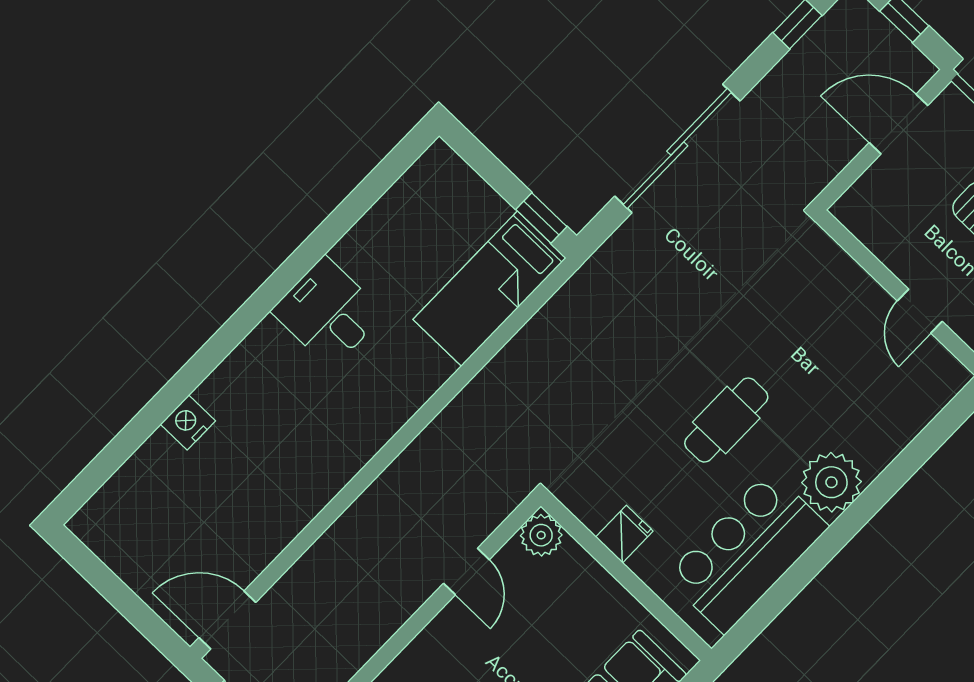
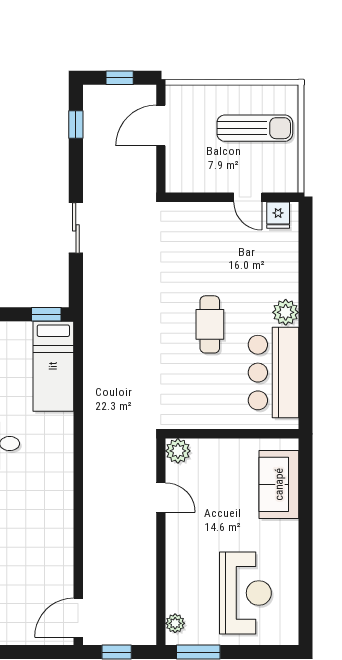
sliding door: (677, 149) -> (76, 228), width x0.54
plant: (831, 482) -> (286, 312), width x0.73, depth x0.73
fridge: (624, 534) -> (278, 215), moved, turned 180

